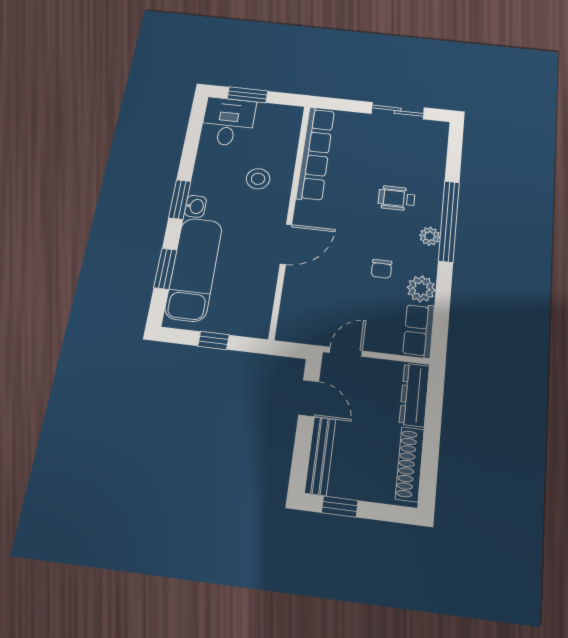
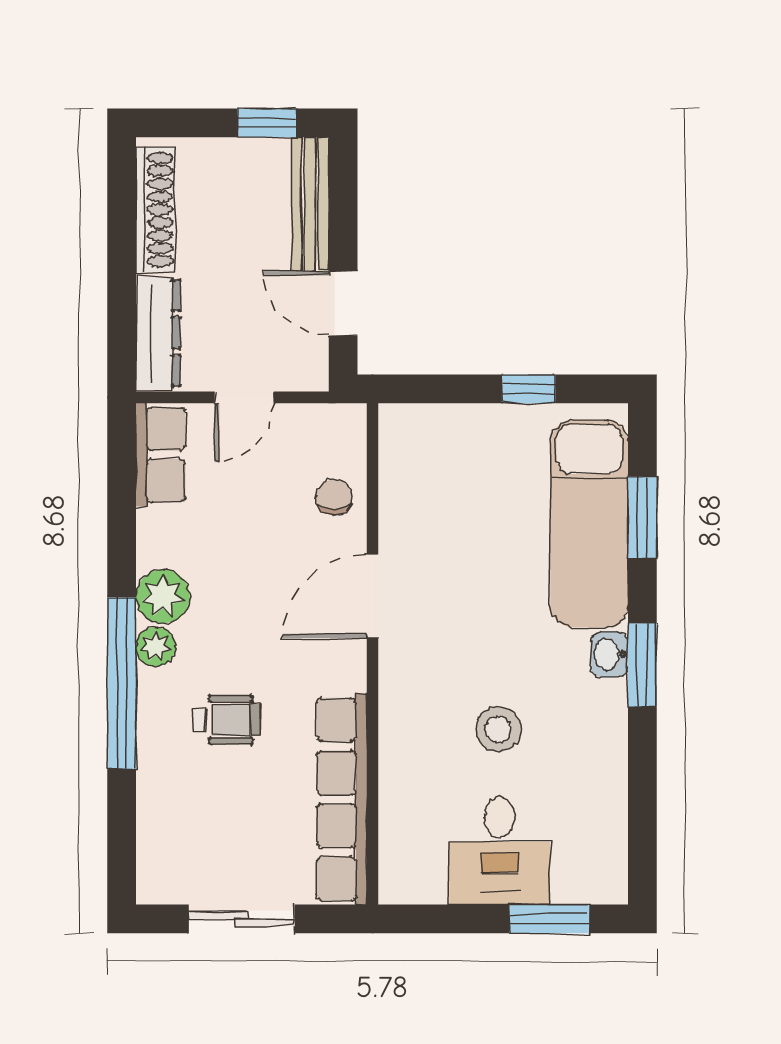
desk: (228, 122) -> (500, 851), moved
row of seats: (315, 154) -> (342, 799), moved
wall: (290, 217) -> (372, 654), moved
door: (286, 244) -> (372, 596), moved
chair: (382, 269) -> (334, 497), moved
plant: (421, 289) -> (163, 596), moved
door: (346, 352) -> (244, 397), moved

